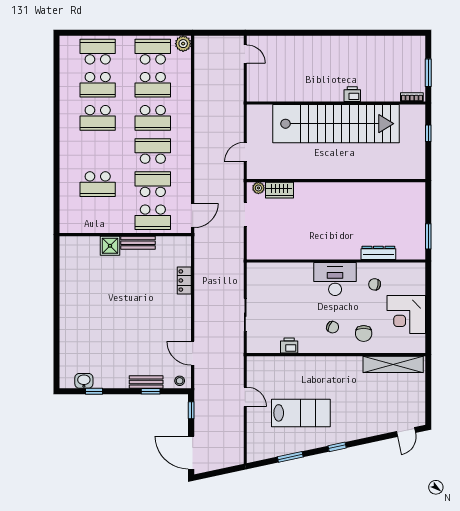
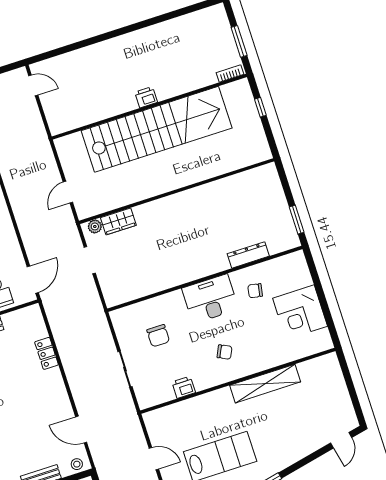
printer: (352, 94) -> (146, 97), moved
chair: (364, 333) -> (158, 336), moved
shelving: (393, 364) -> (265, 384), moved

